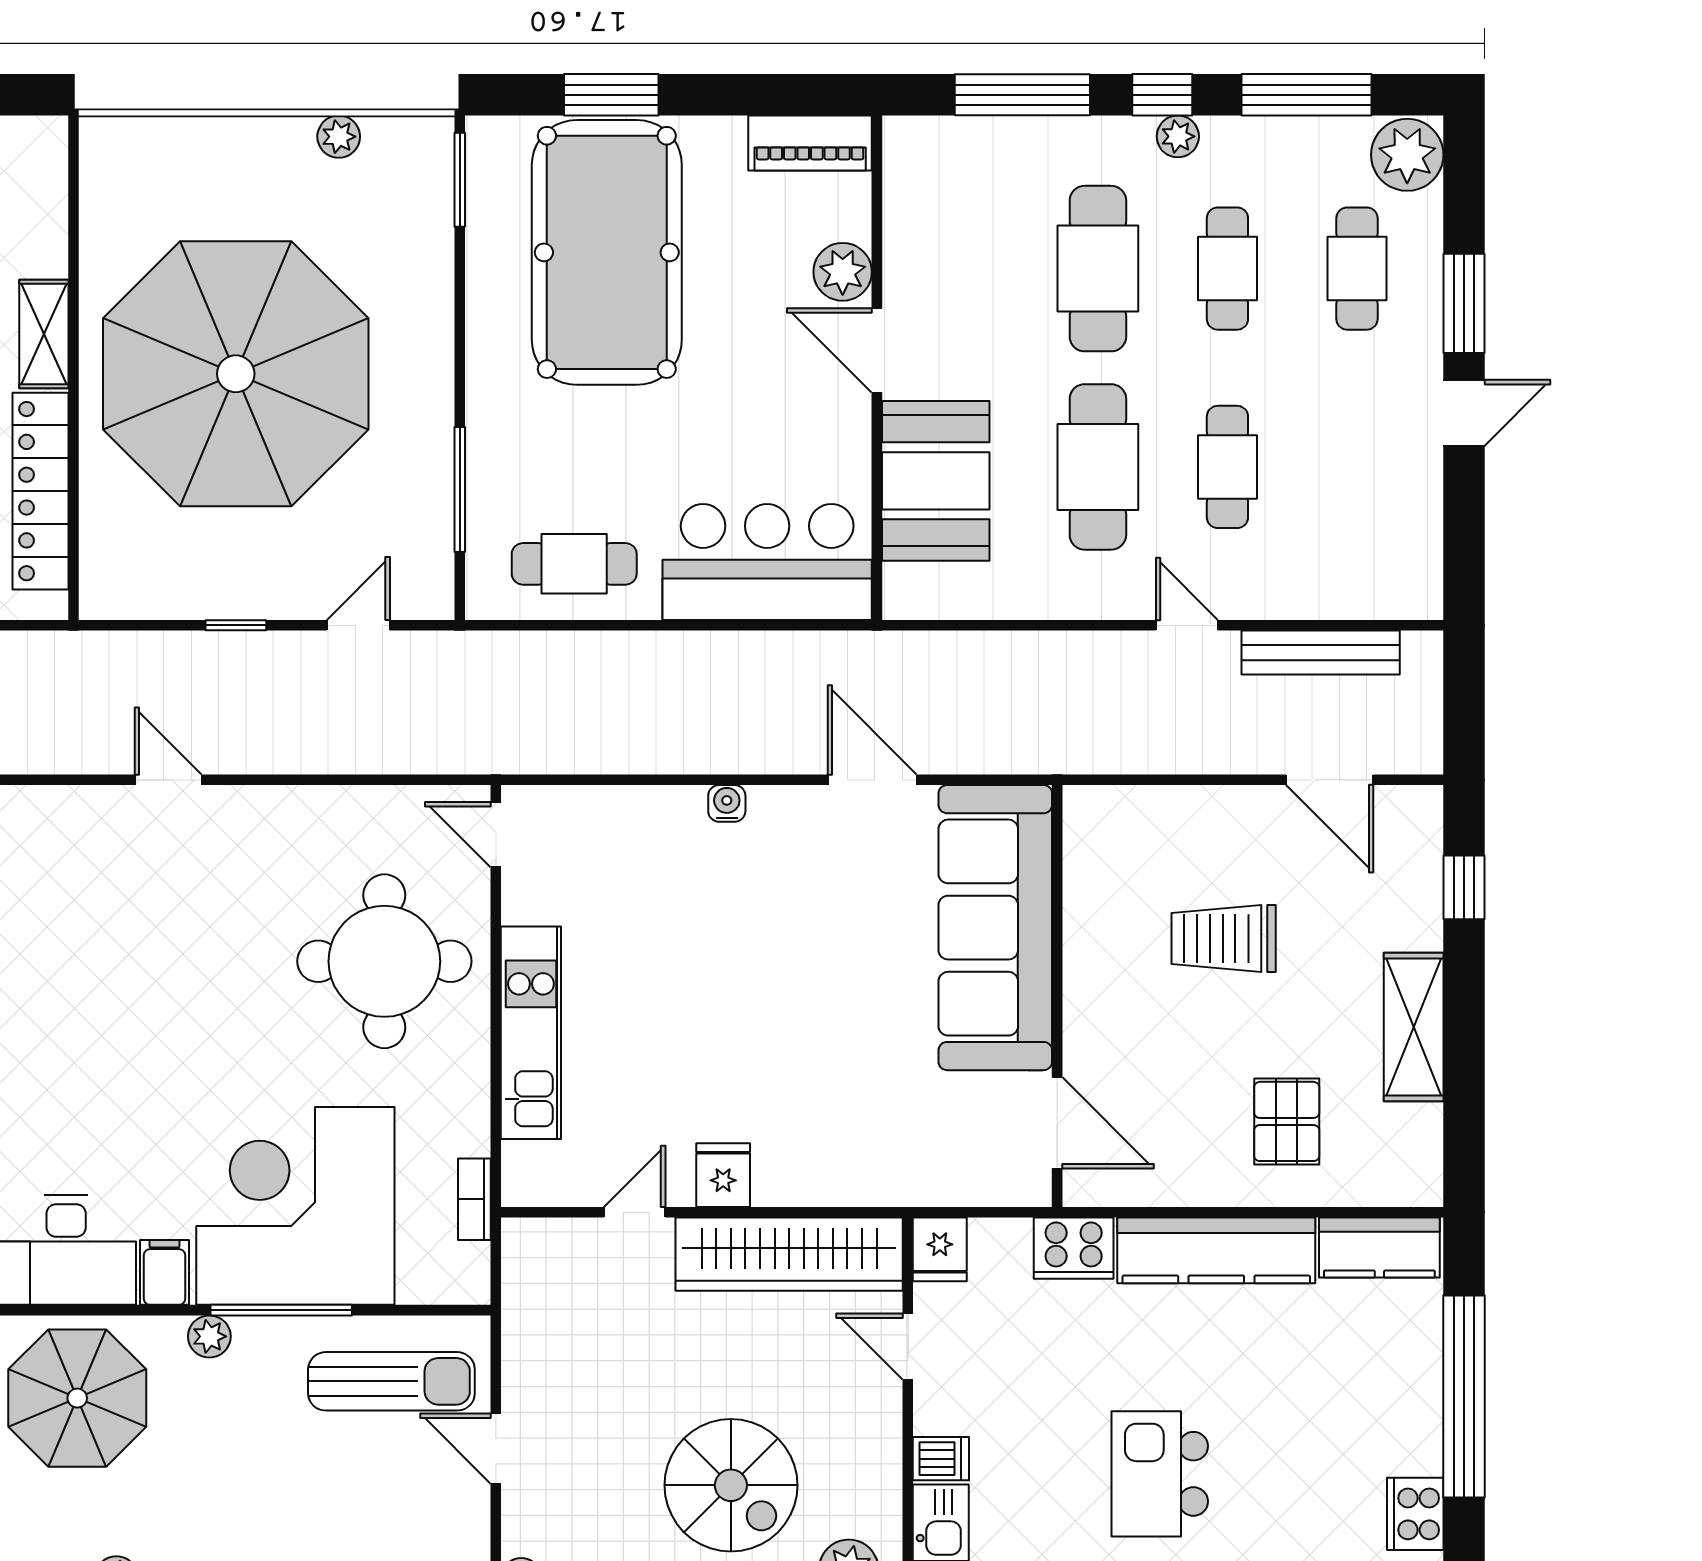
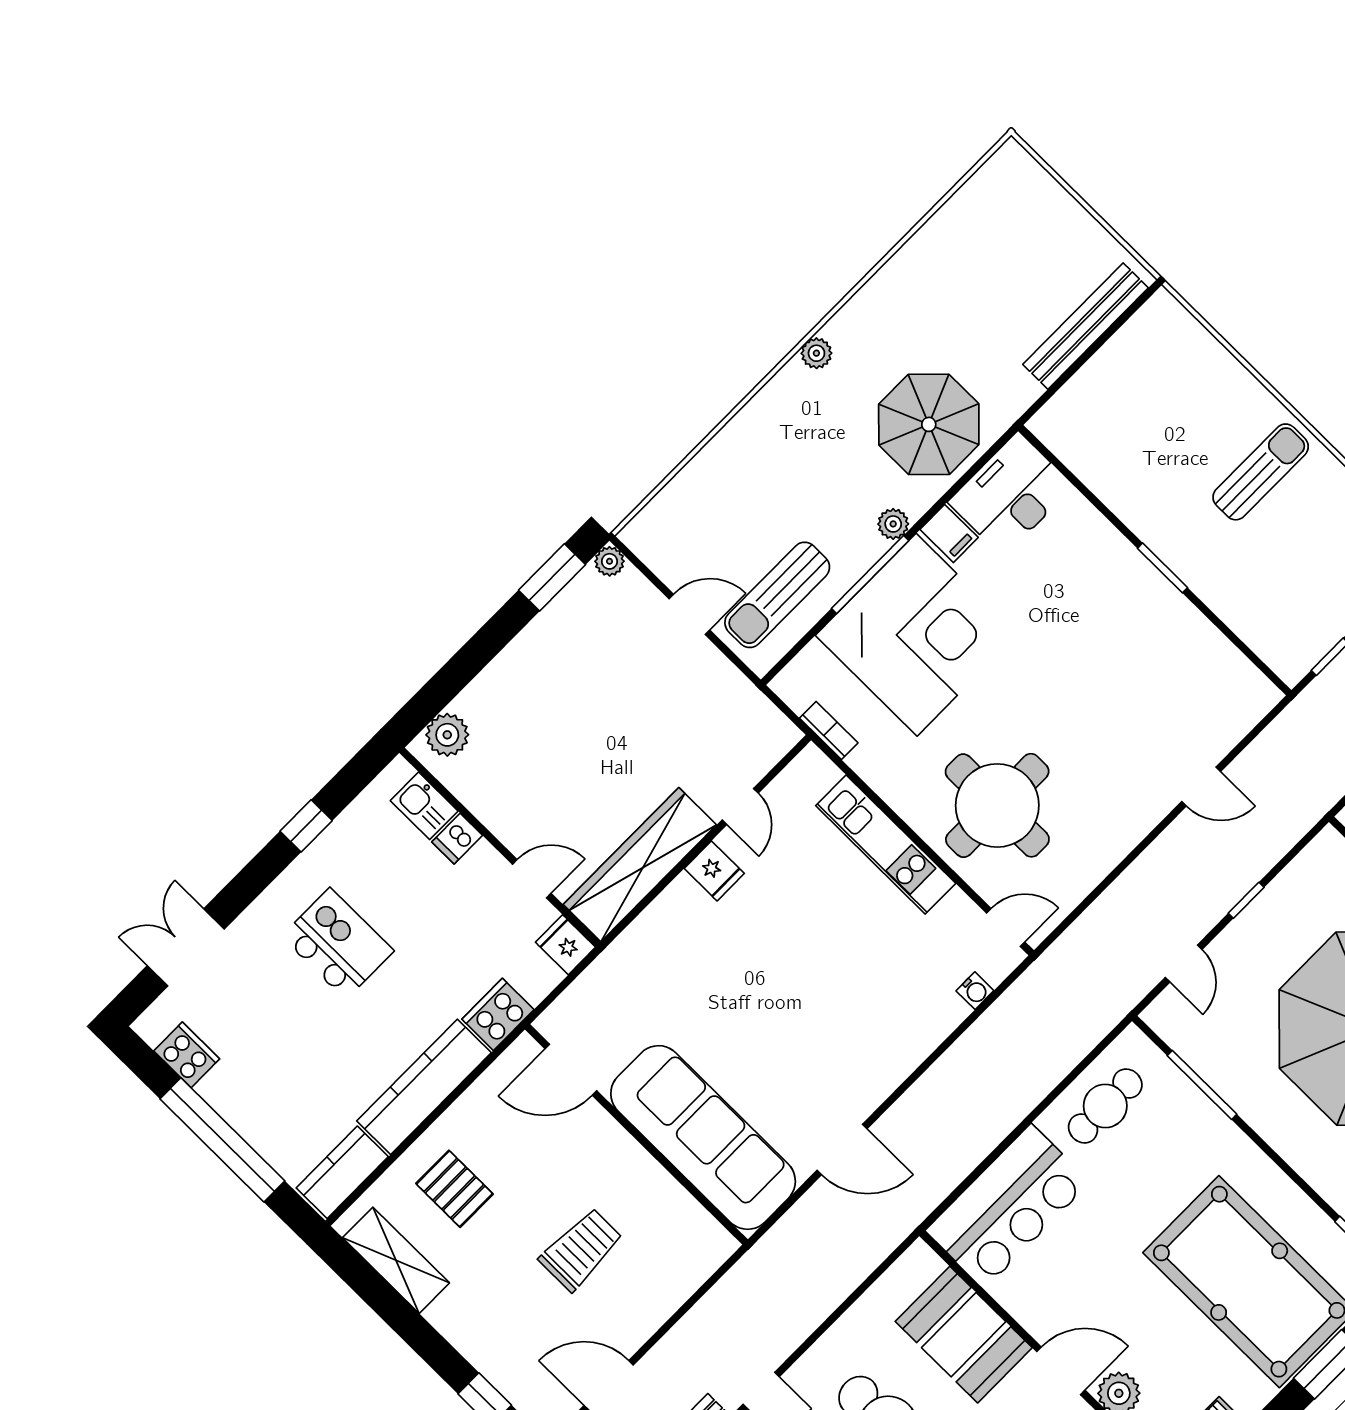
water cooler: (727, 803) -> (975, 991), moved
shelving: (1414, 1027) -> (396, 1260), moved
spiral stairs: (731, 1485) -> (550, 717), removed

